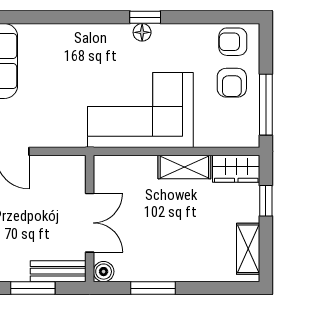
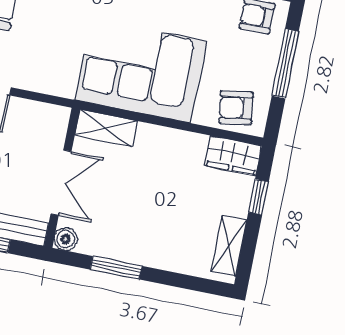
armchair: (232, 83) -> (236, 108), moved, turned 82
window: (266, 105) -> (285, 64), moved
shelving: (184, 167) -> (106, 128), moved

